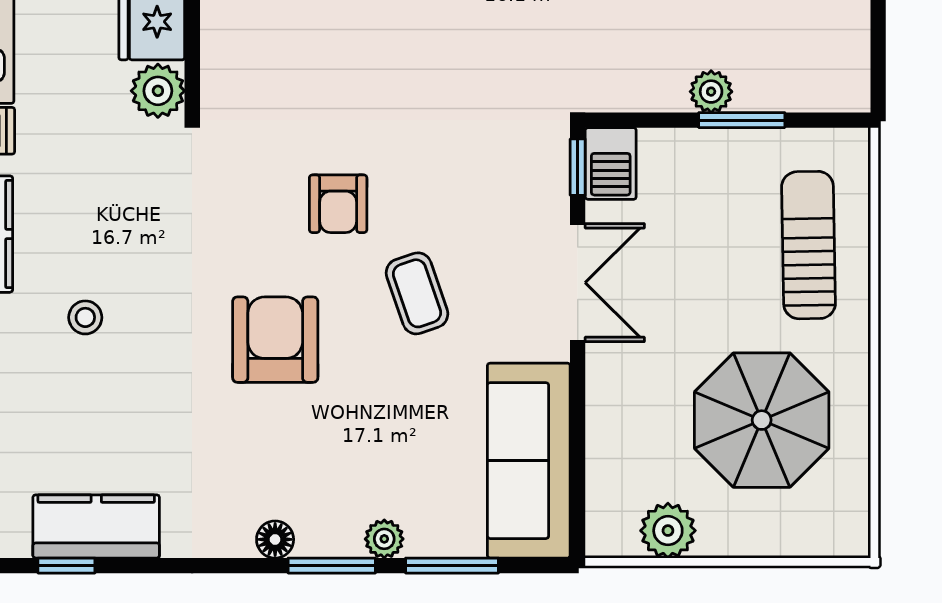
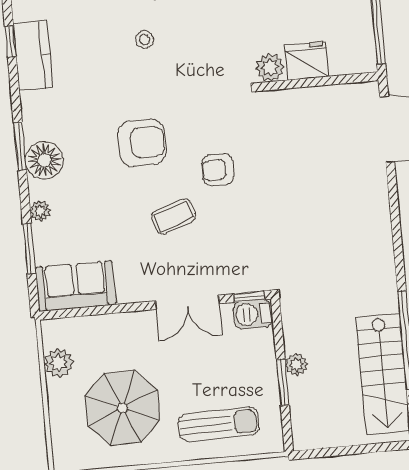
sofa: (529, 461) -> (75, 286), width x0.73
floor lamp: (275, 539) -> (44, 160), width x1.89, depth x1.89
window: (332, 566) -> (20, 146), moved

